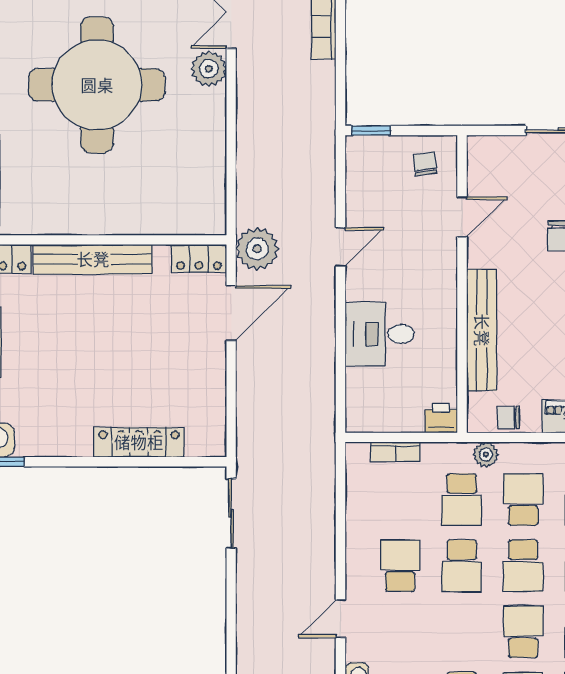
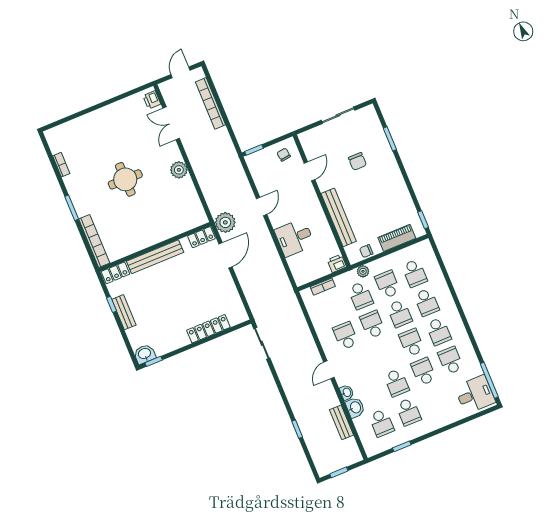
plant: (209, 69) -> (179, 170), moved
round table: (97, 85) -> (125, 179), width x0.54, depth x0.54
school desk: (462, 566) -> (373, 325), turned 180

